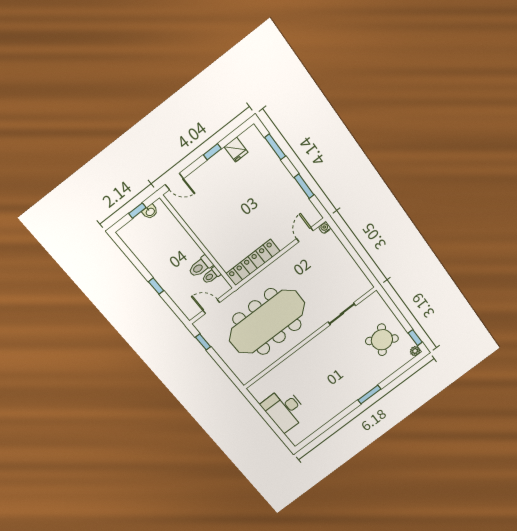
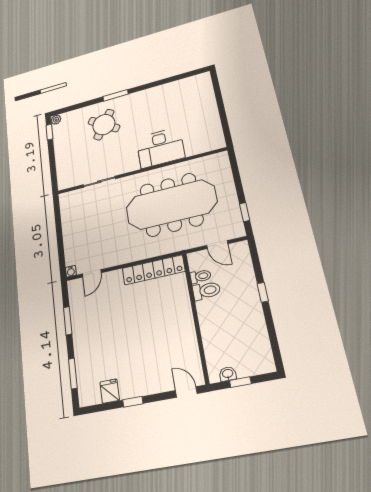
round table: (382, 340) -> (104, 125), moved
desk: (284, 410) -> (160, 148), moved, turned 90

